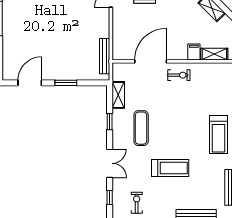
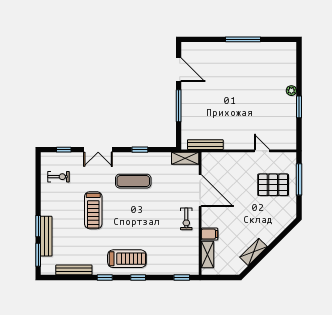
window: (66, 83) -> (179, 106), width x1.44
shelving: (118, 95) -> (185, 158), moved
treadmill: (219, 134) -> (127, 259), turned 180

